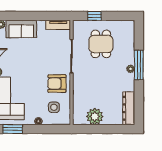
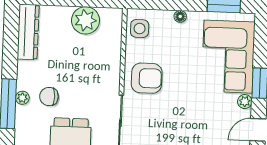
chair: (115, 70) -> (49, 97), added
side table: (54, 107) -> (140, 29), moved

